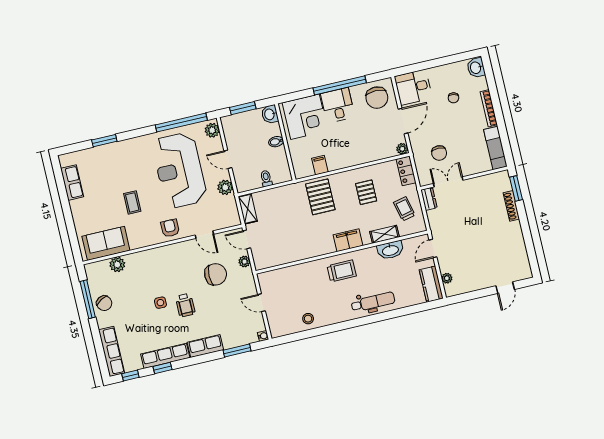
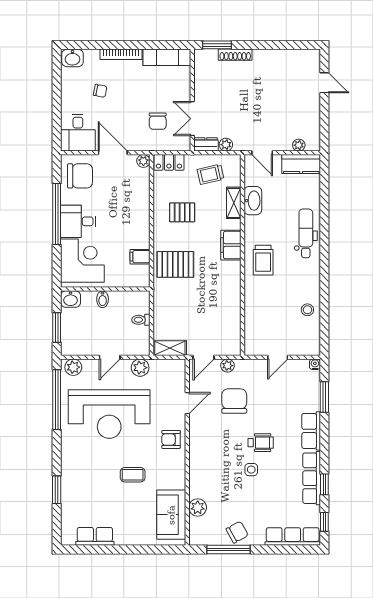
chair: (439, 153) -> (158, 121), turned 90
plant: (433, 216) -> (226, 145), added
trolley: (342, 271) -> (263, 260), turned 180

